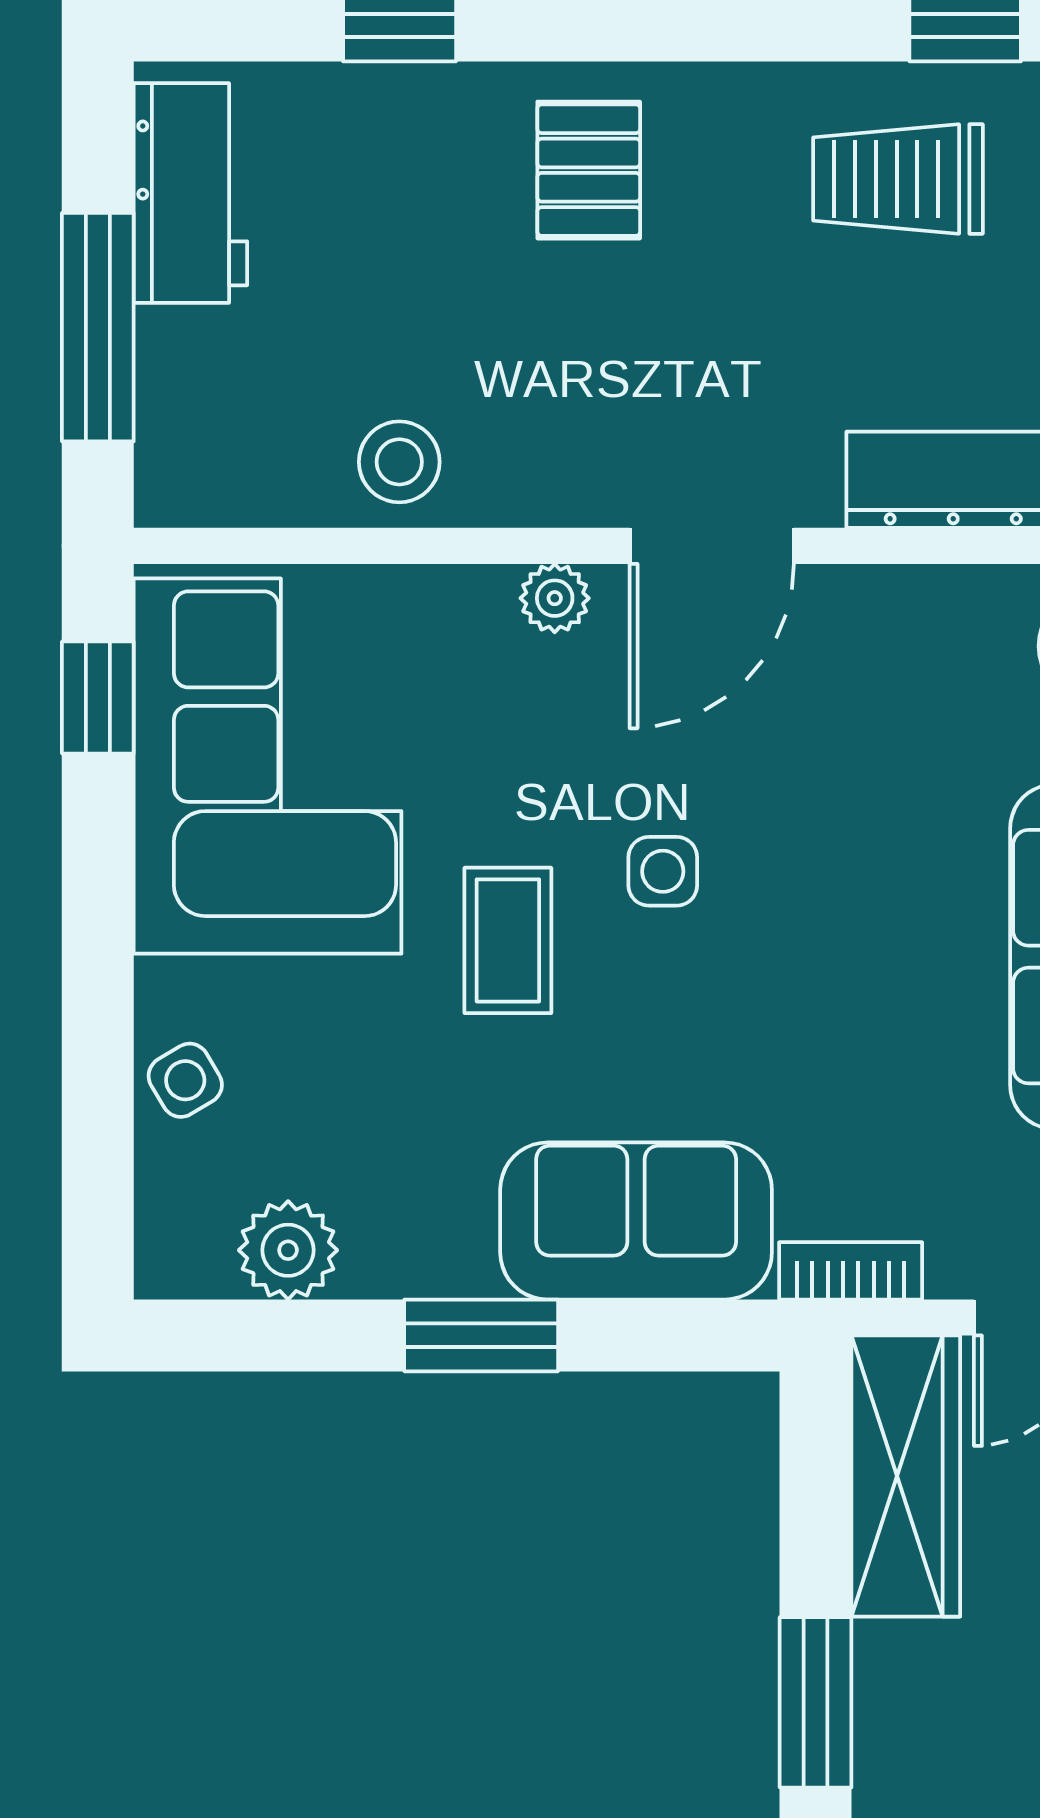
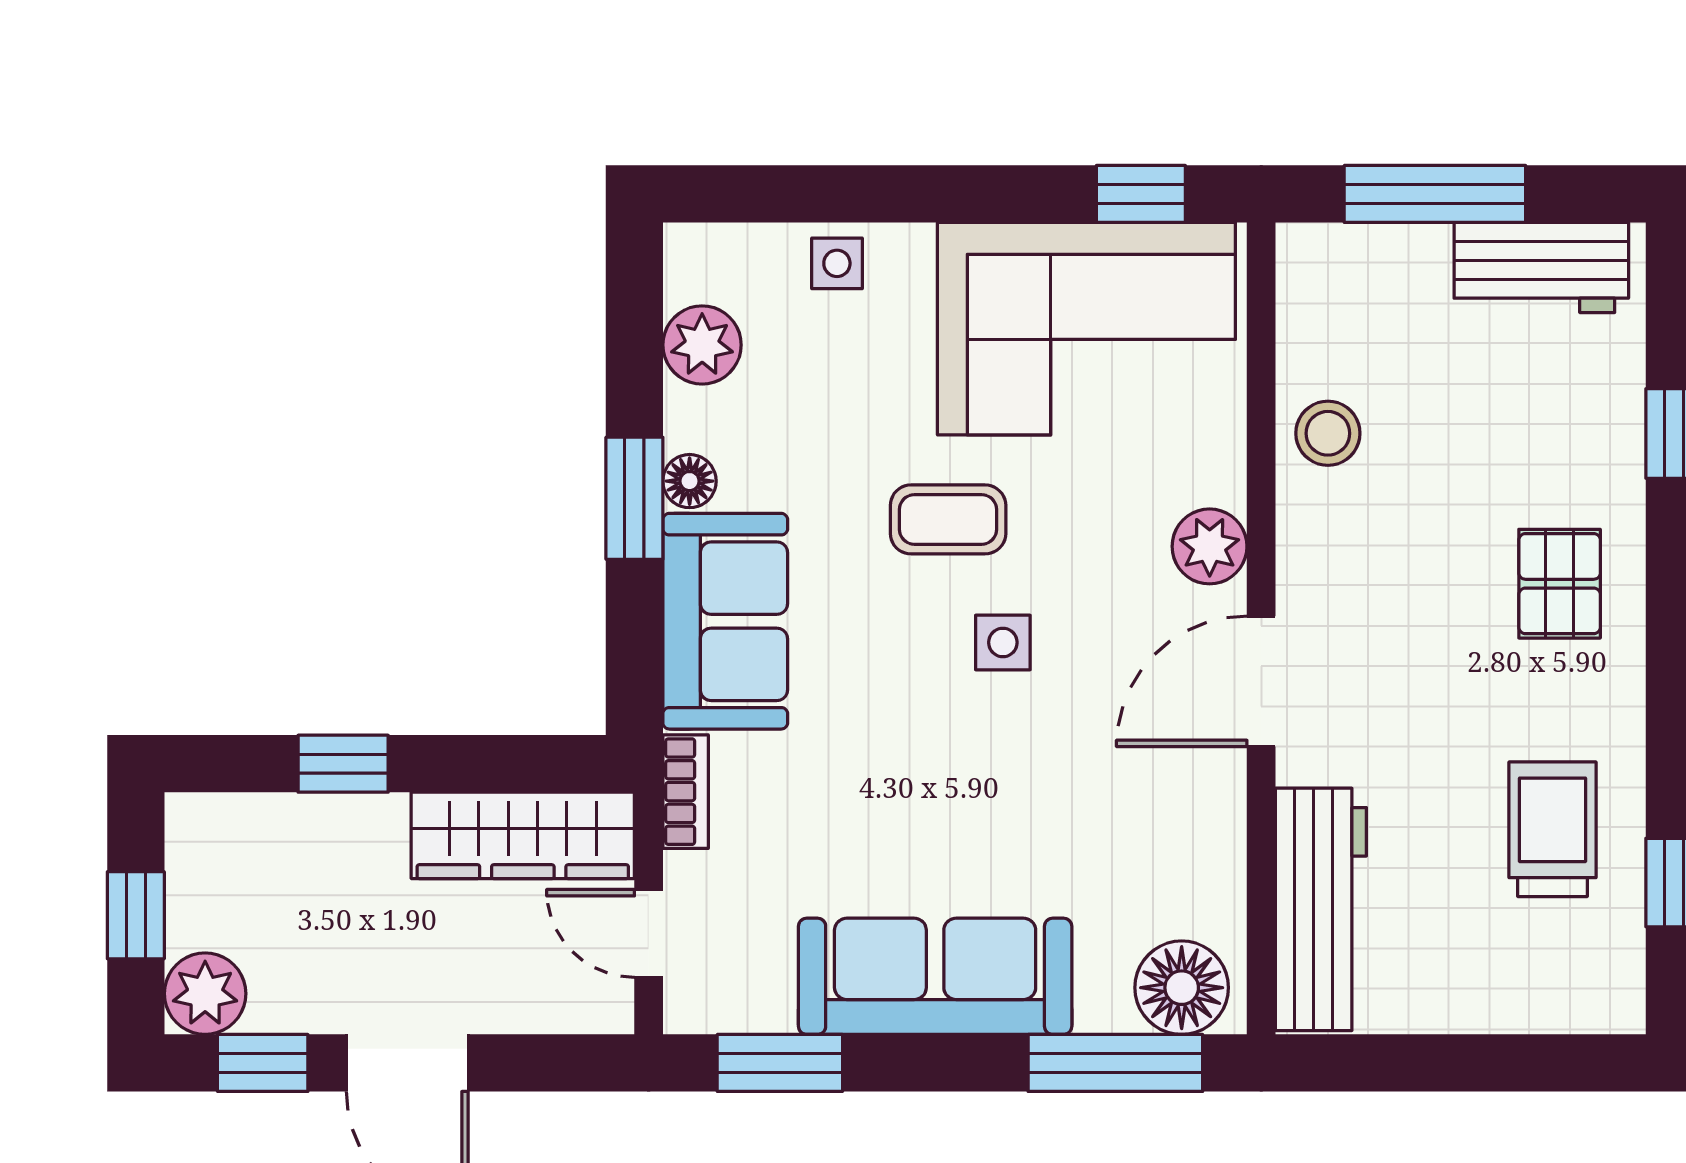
pallet: (589, 170) -> (1560, 584), turned 90
door: (712, 546) -> (1261, 681), hinge flipped
plant: (555, 598) -> (1210, 546), width x1.38, depth x1.38
side table: (185, 1080) -> (837, 263), turned 31
floor lamp: (460, 1266) -> (690, 481), added
window: (816, 1702) -> (343, 764), width x0.67

